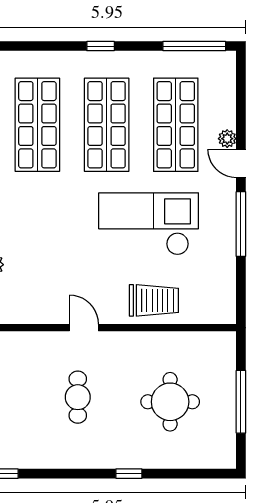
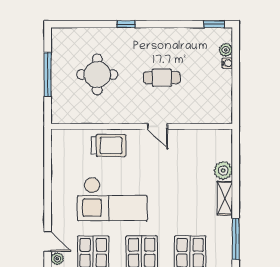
window: (241, 224) -> (48, 199), removed
trolley: (154, 300) -> (109, 145), turned 180
cafe table: (78, 397) -> (162, 78), turned 90

